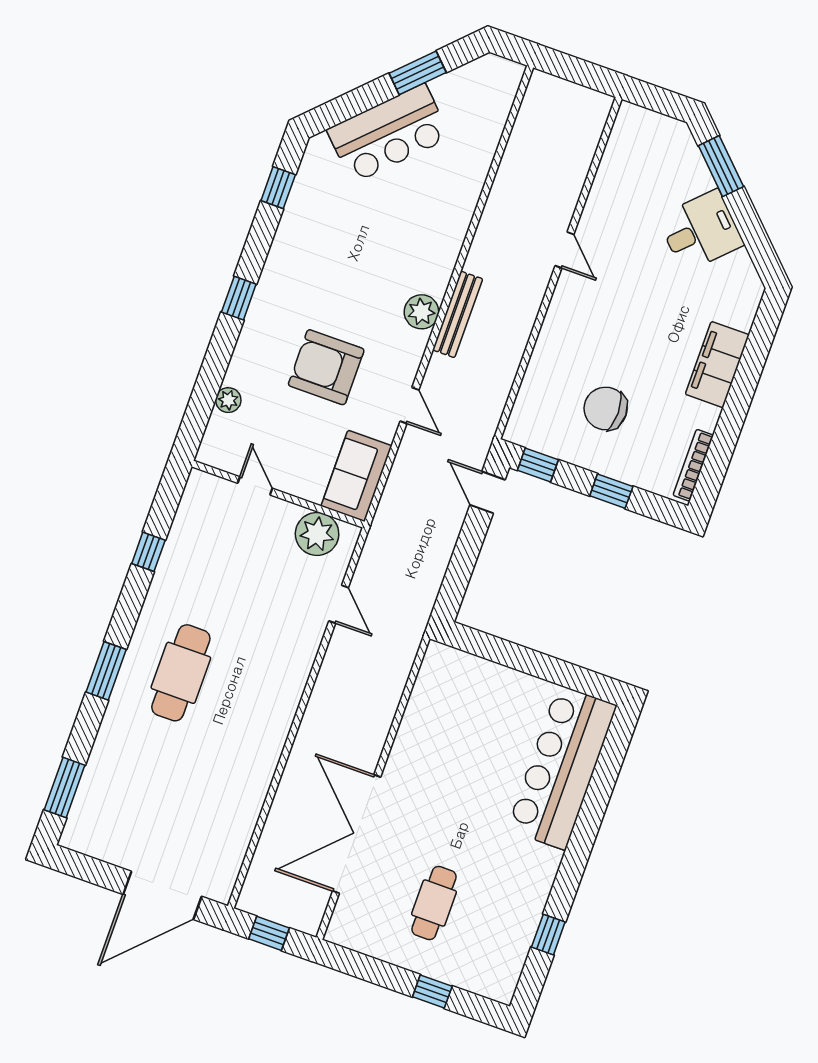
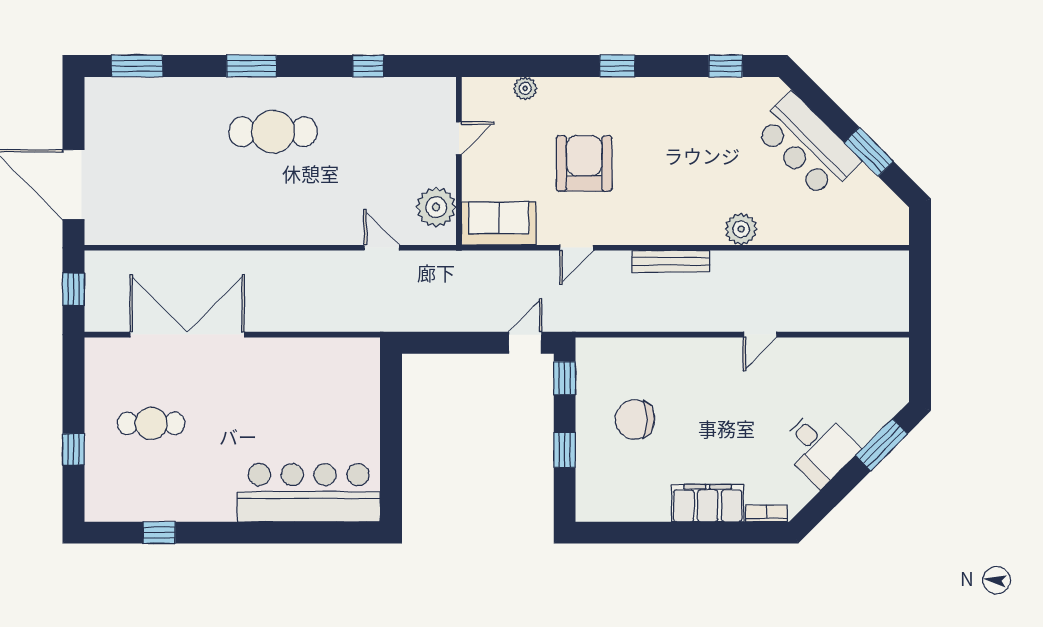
plant: (421, 312) -> (741, 229), moved
chair: (606, 408) -> (635, 419), turned -90
bookcase: (693, 465) -> (767, 513), moved, width x0.64
door: (339, 604) -> (382, 248), swing flipped

